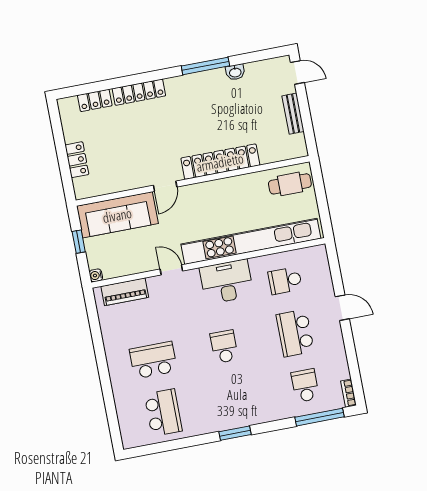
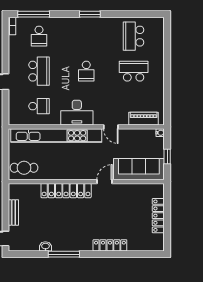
locker: (95, 100) -> (139, 245), removed
locker: (77, 160) -> (158, 216), width x1.53
school desk: (153, 360) -> (134, 71), turned 180

